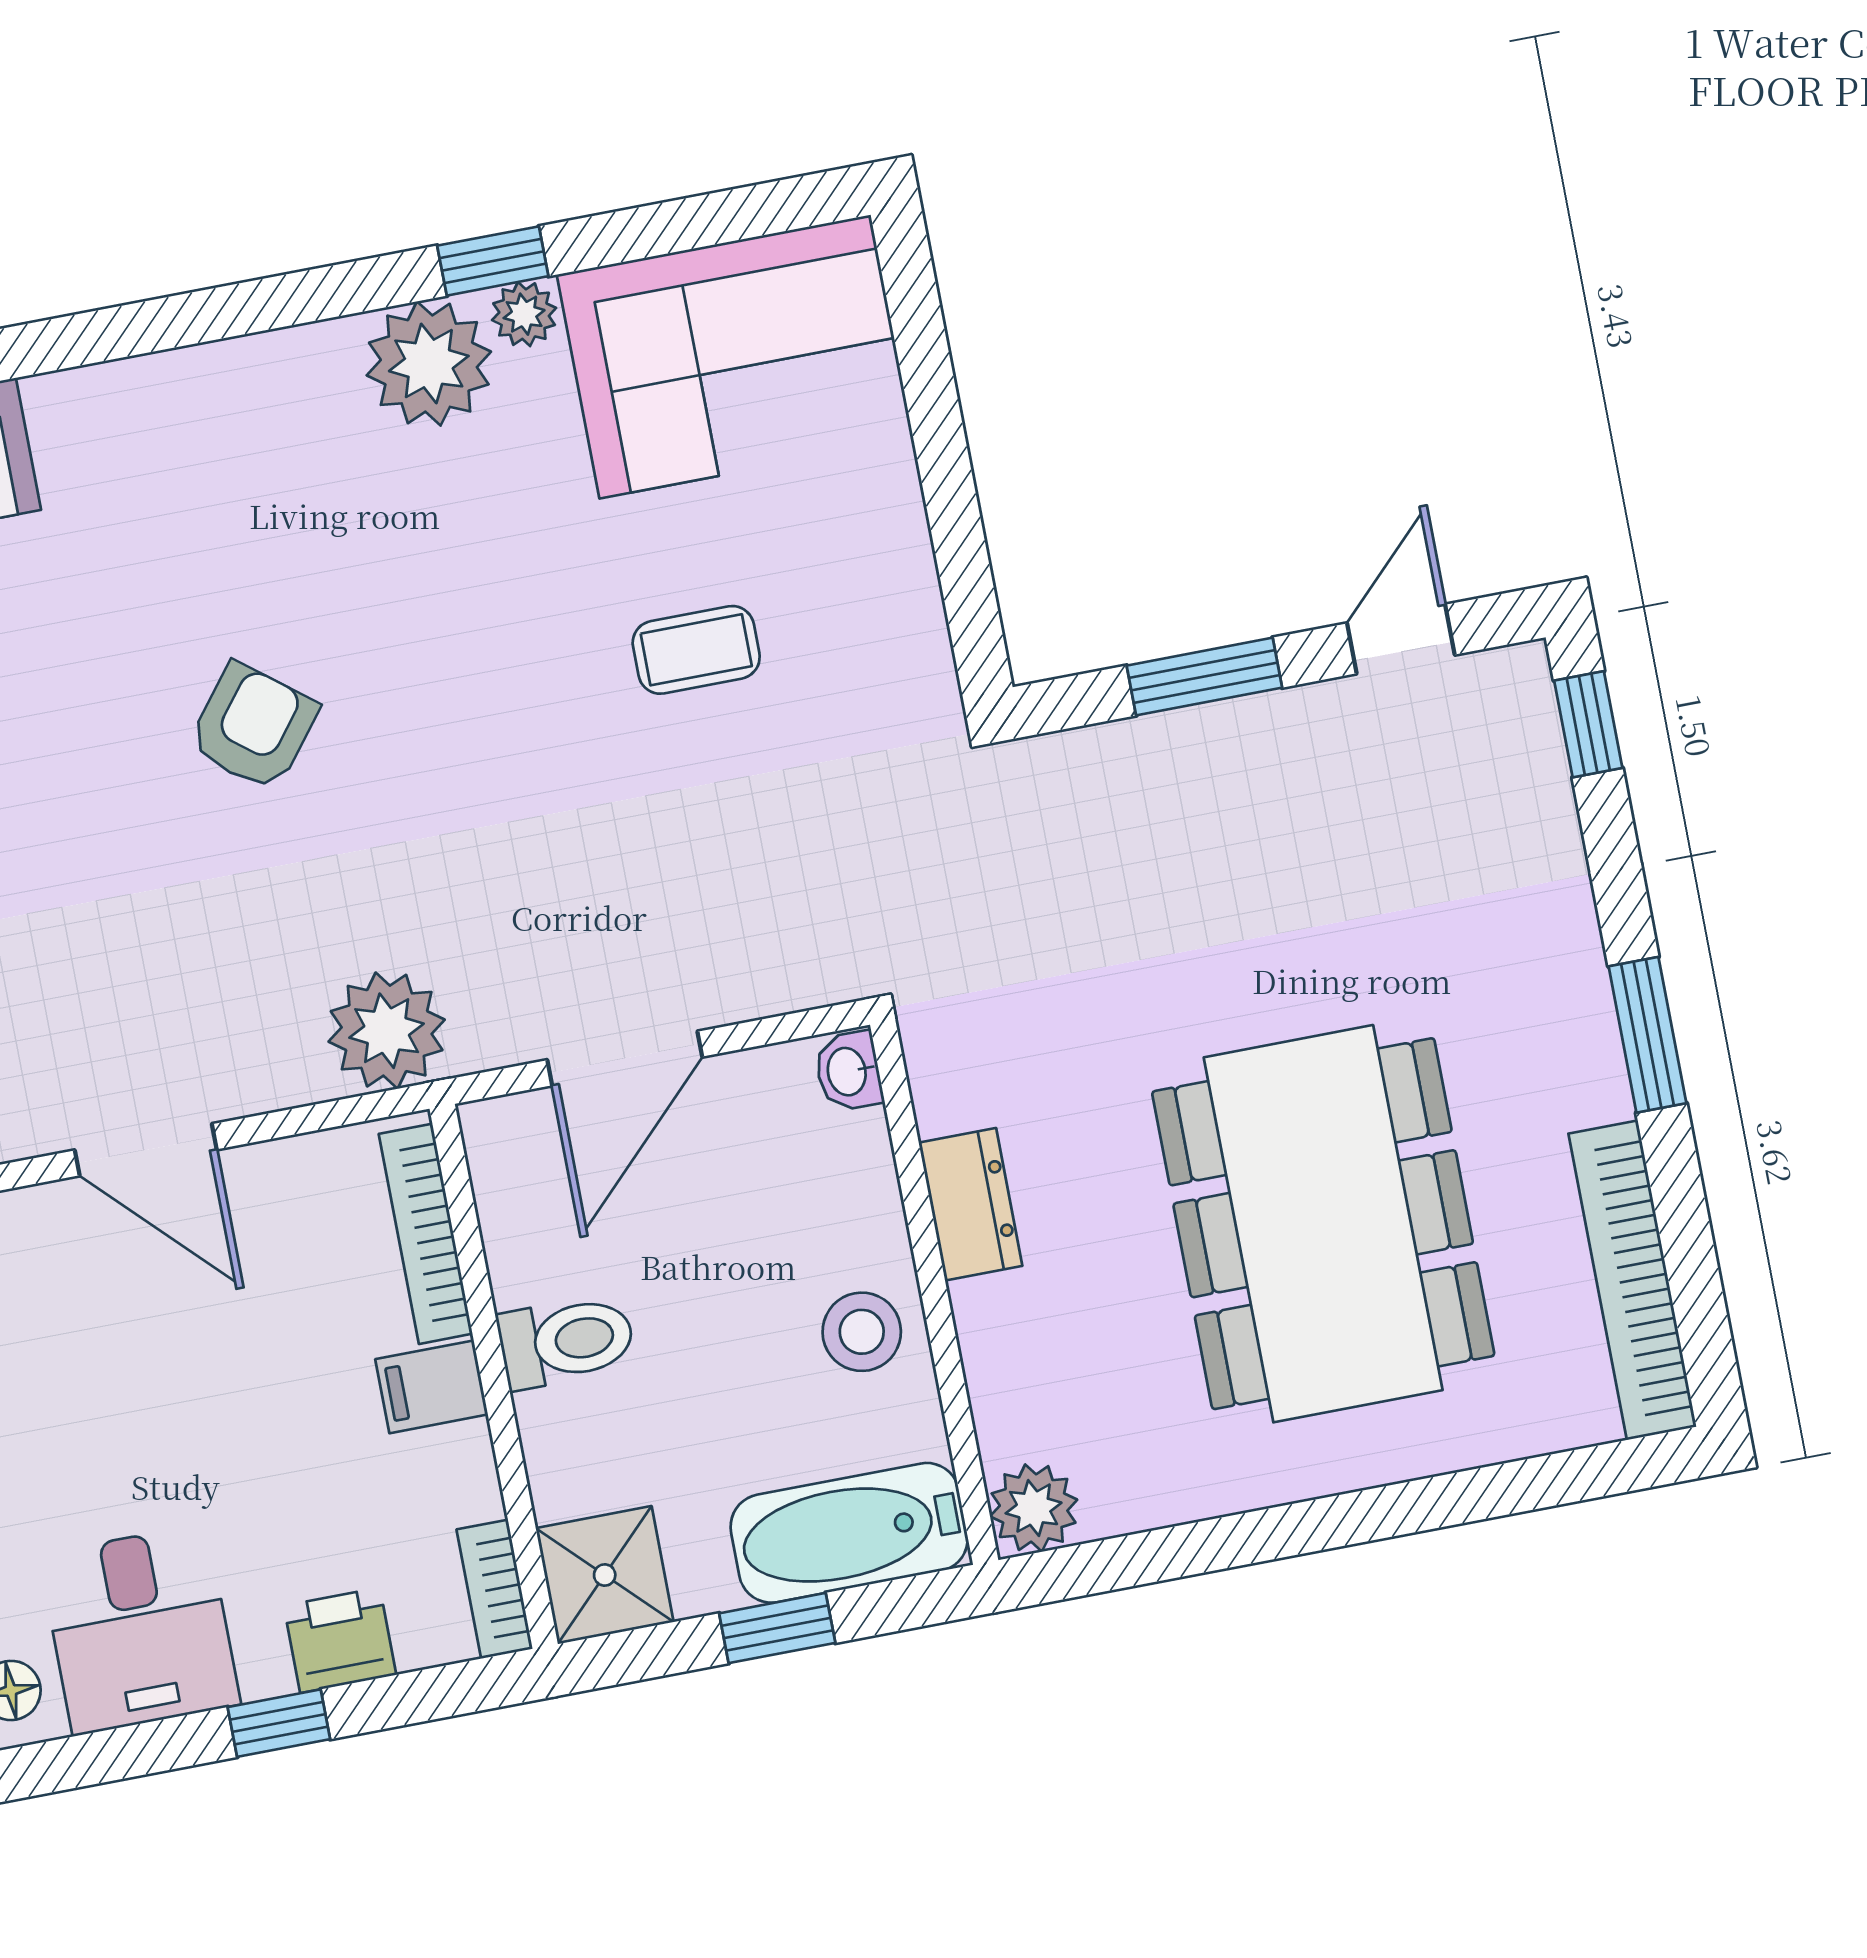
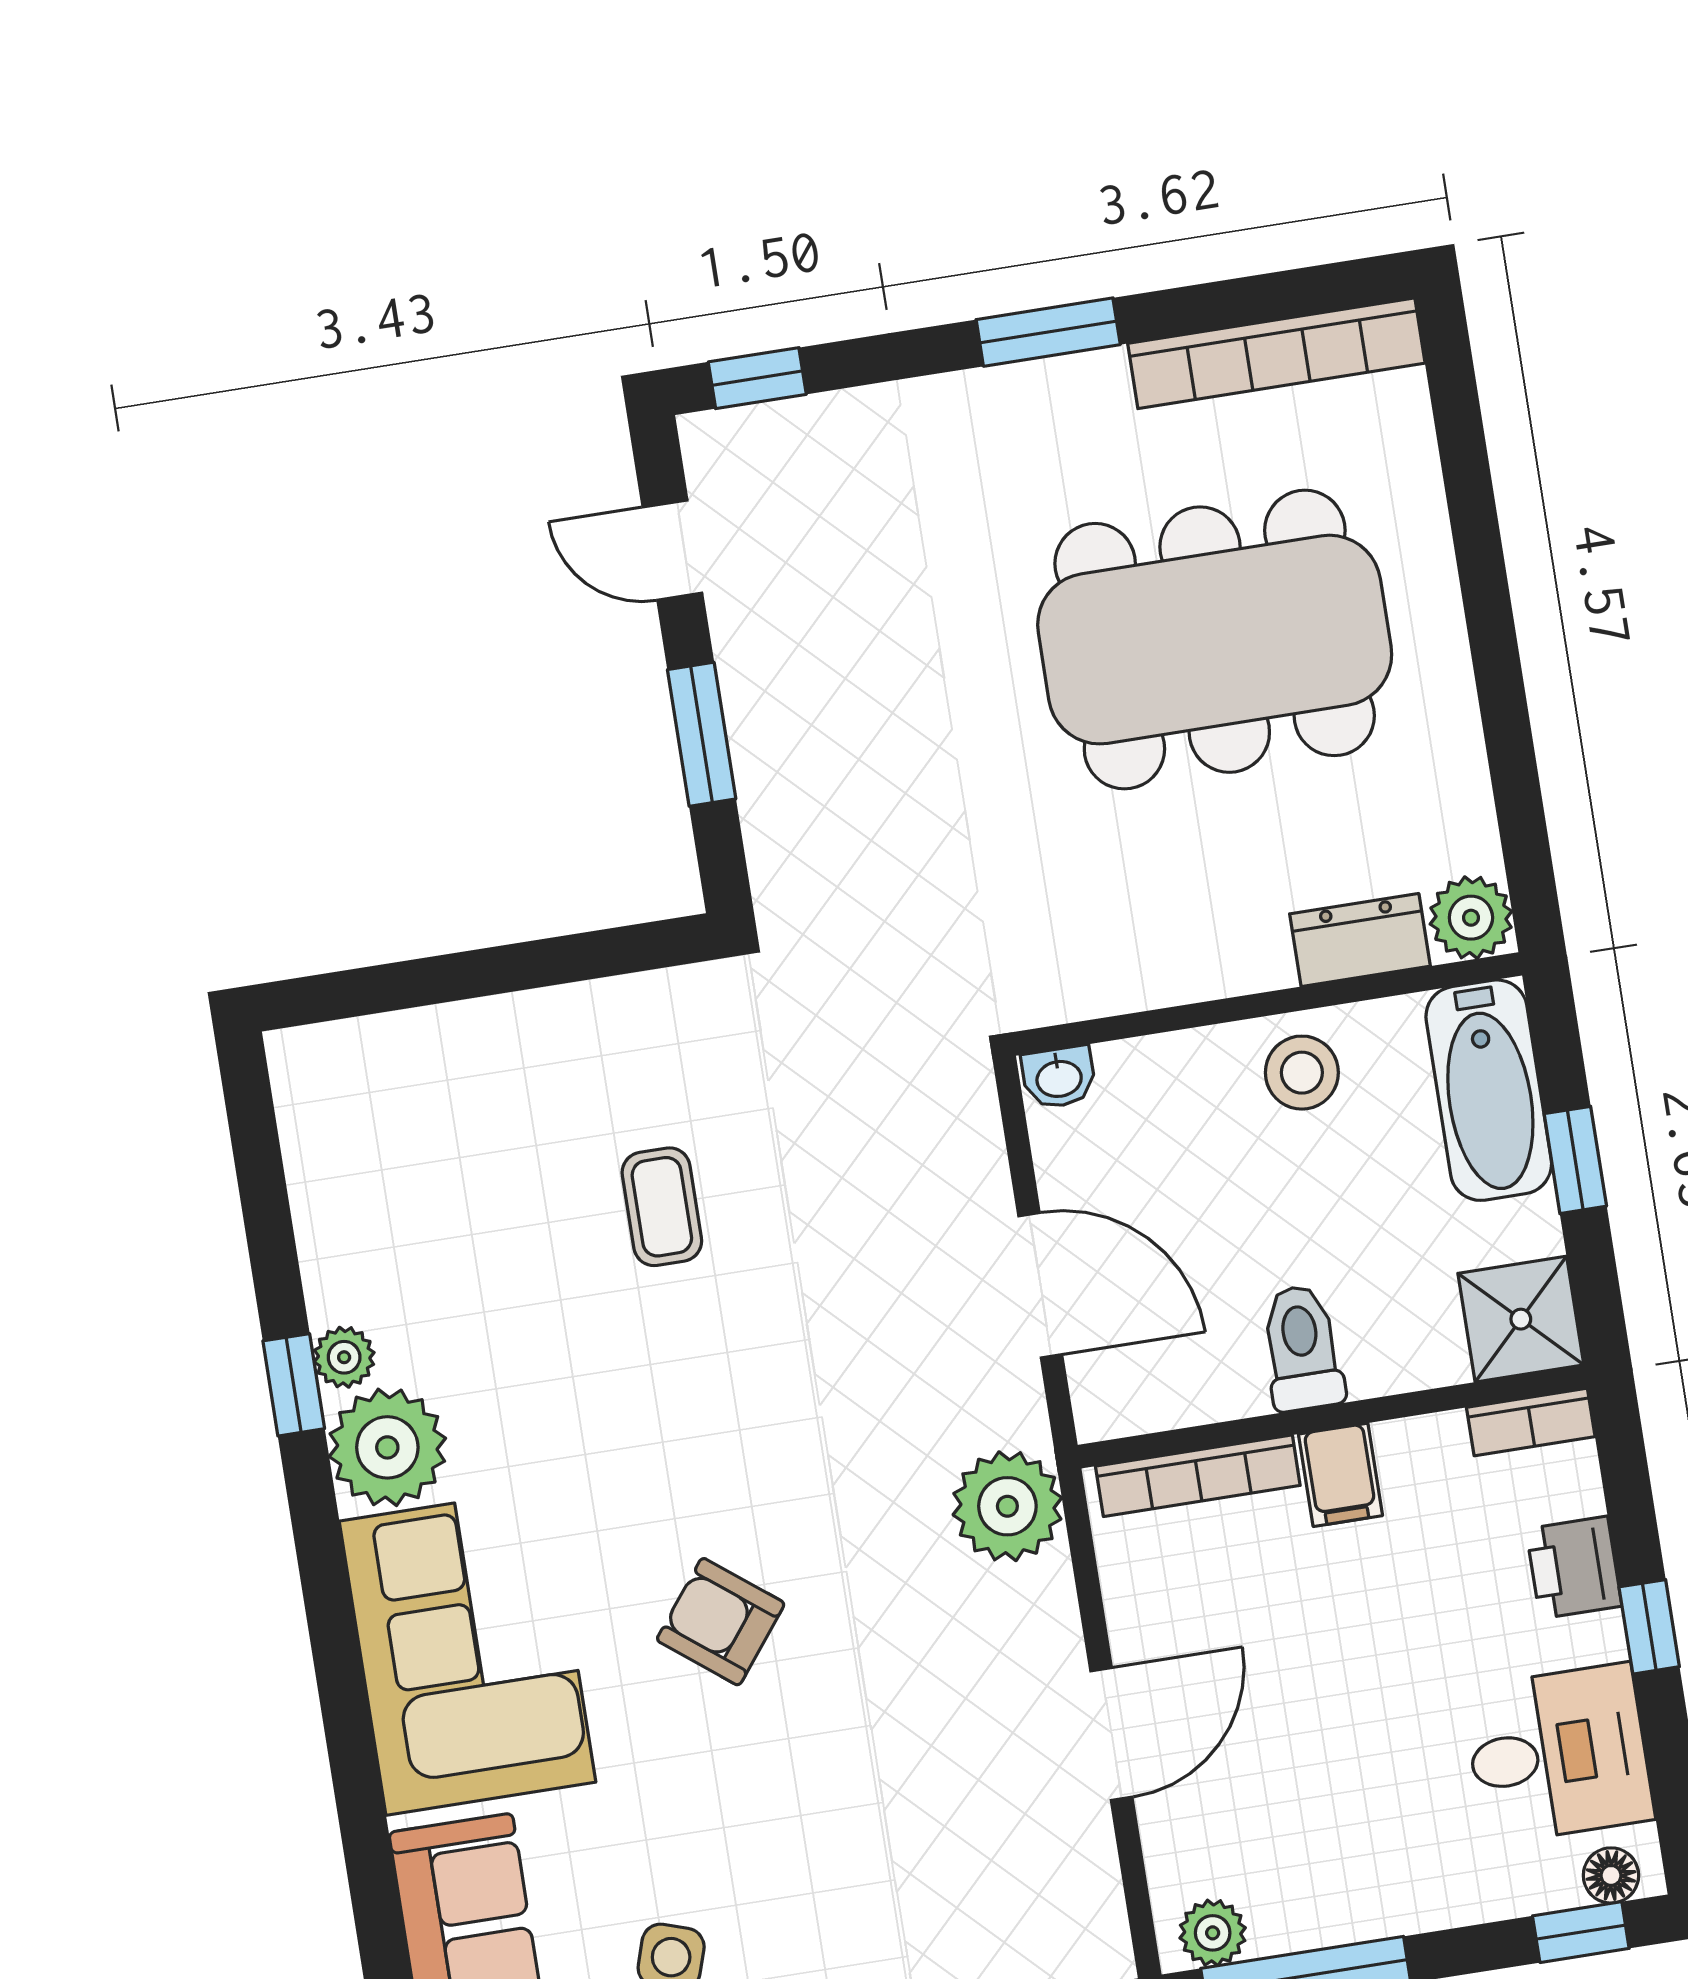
corner sofa: (735, 357) -> (468, 1652), moved
dresser: (971, 1204) -> (1360, 940), moved

